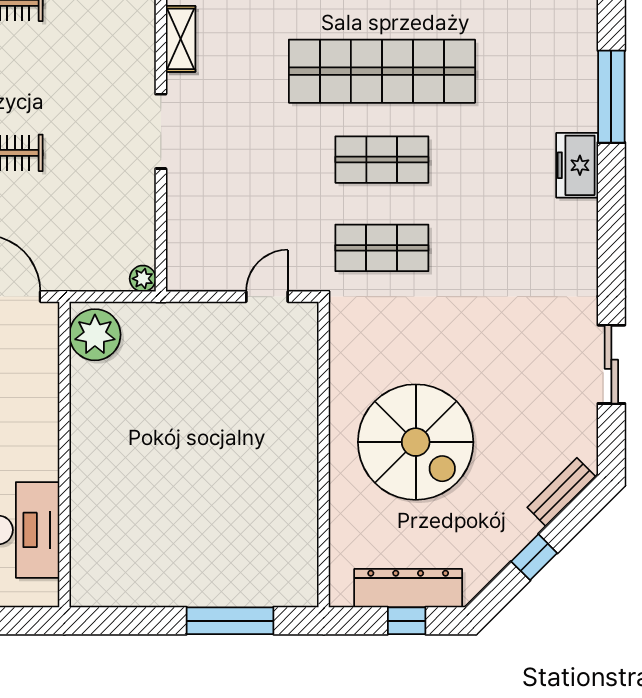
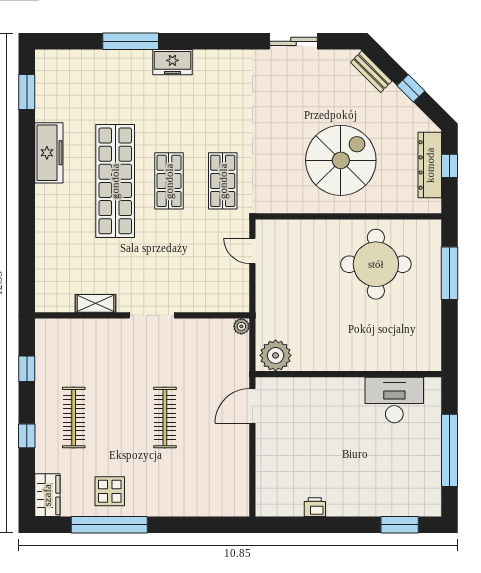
round table: (245, 500) -> (376, 264), added

